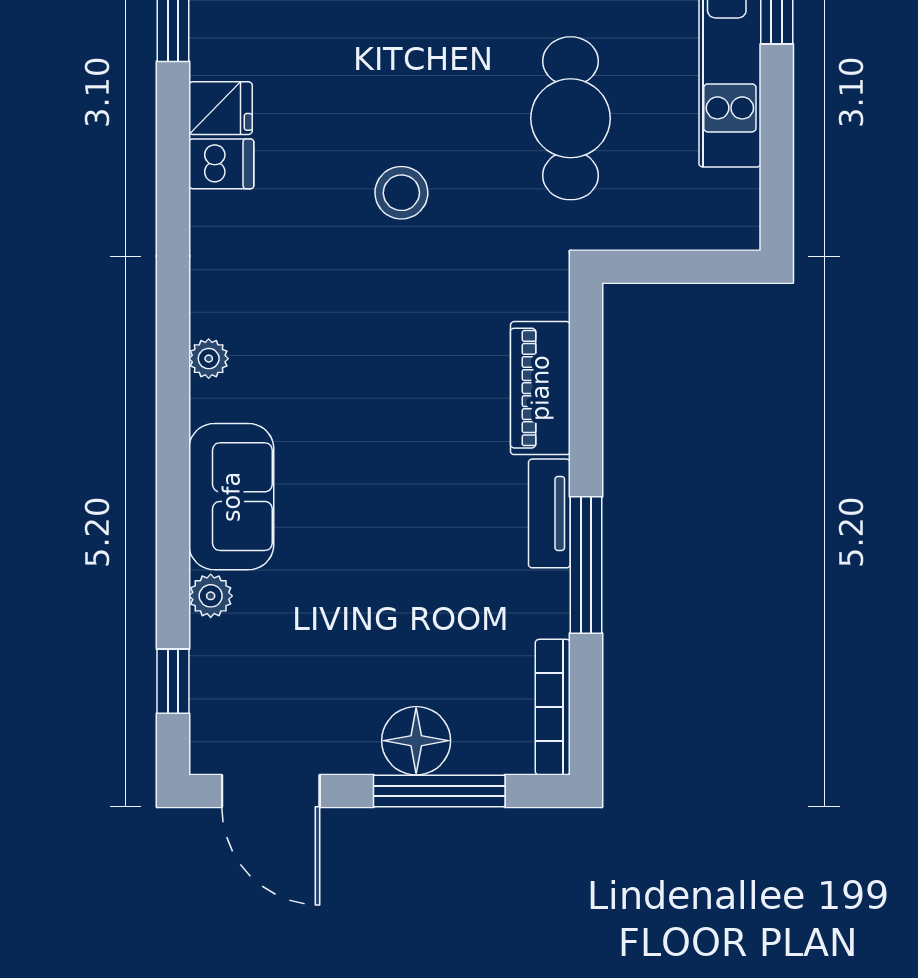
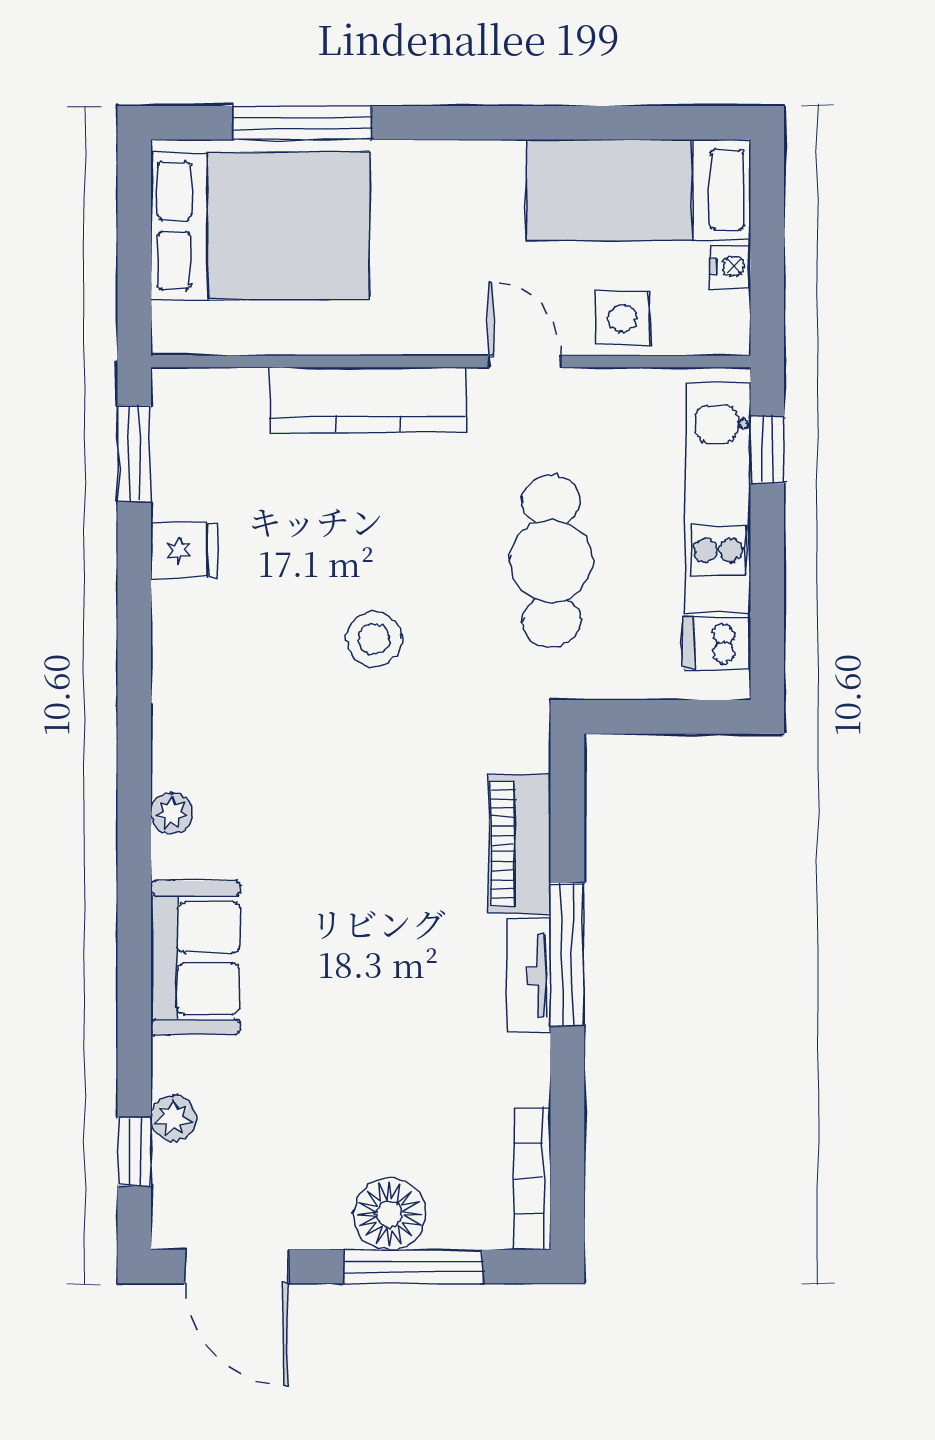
dishwasher: (221, 164) -> (717, 643), moved, turned 180
window: (586, 565) -> (567, 955), moved
plant: (211, 596) -> (174, 1118), moved

